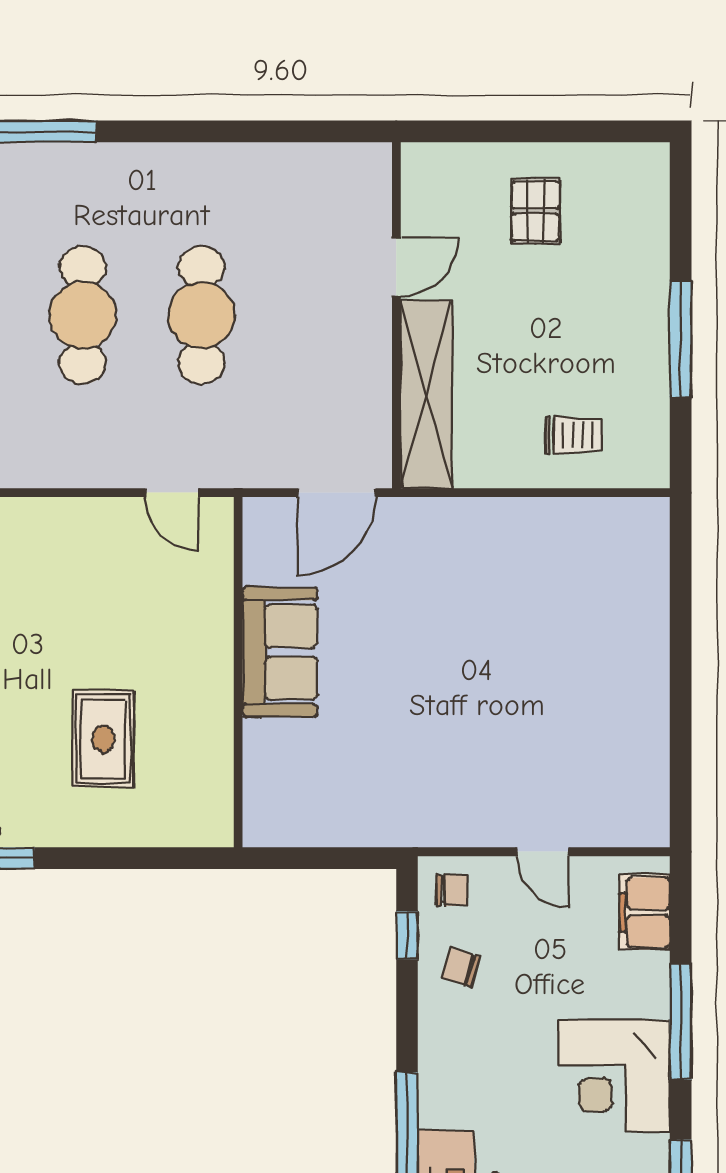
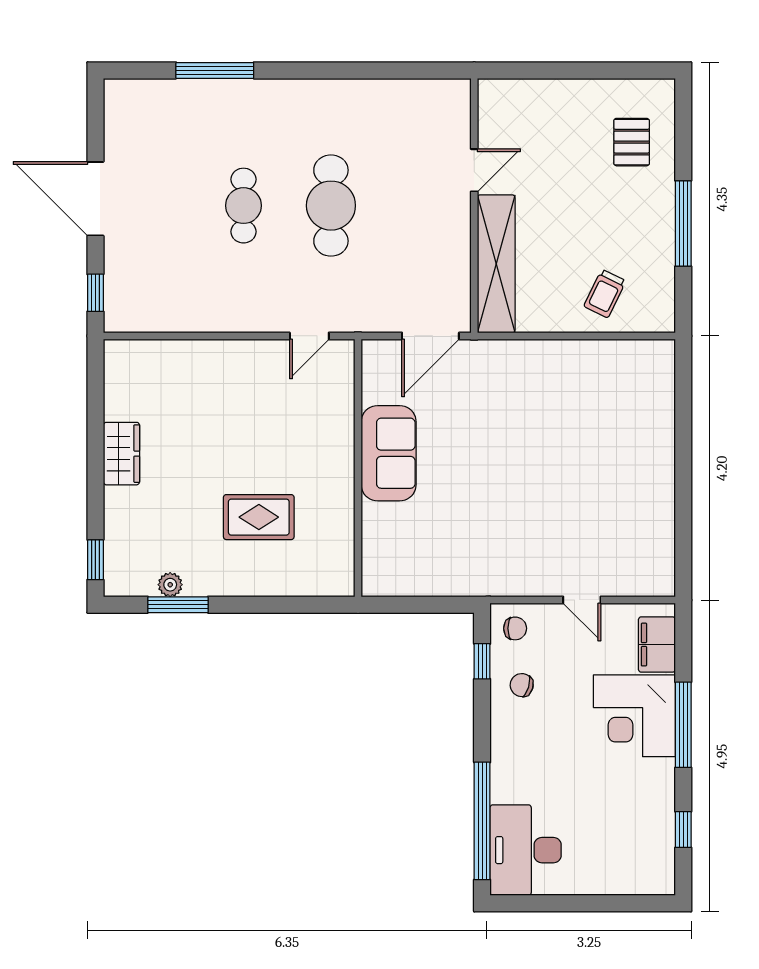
pallet: (535, 211) -> (632, 142), moved
cafe table: (83, 315) -> (243, 206), width x0.73, depth x0.74
trolley: (574, 435) -> (605, 294), turned 116
door: (172, 493) -> (309, 336), hinge flipped
rug: (103, 739) -> (259, 517), turned 90
corner desk: (614, 1076) -> (634, 716), moved

